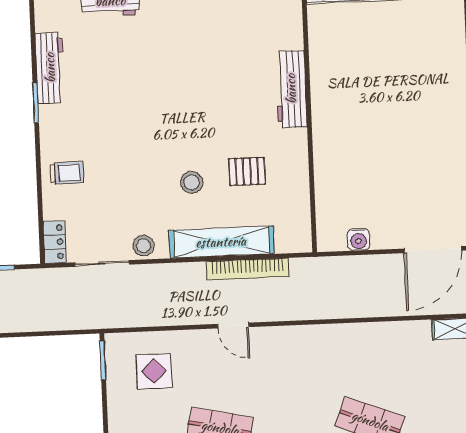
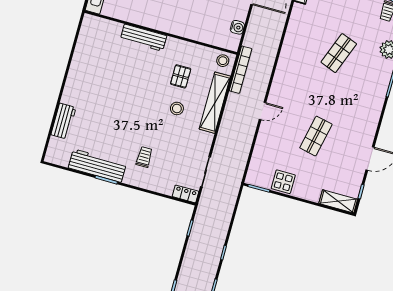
workbench: (50, 68) -> (97, 166), width x1.36, depth x1.32
trolley: (67, 173) -> (144, 157), moved
stool: (144, 246) -> (223, 61), moved
bookcase: (248, 269) -> (240, 70), moved
display table: (154, 371) -> (283, 182), moved

